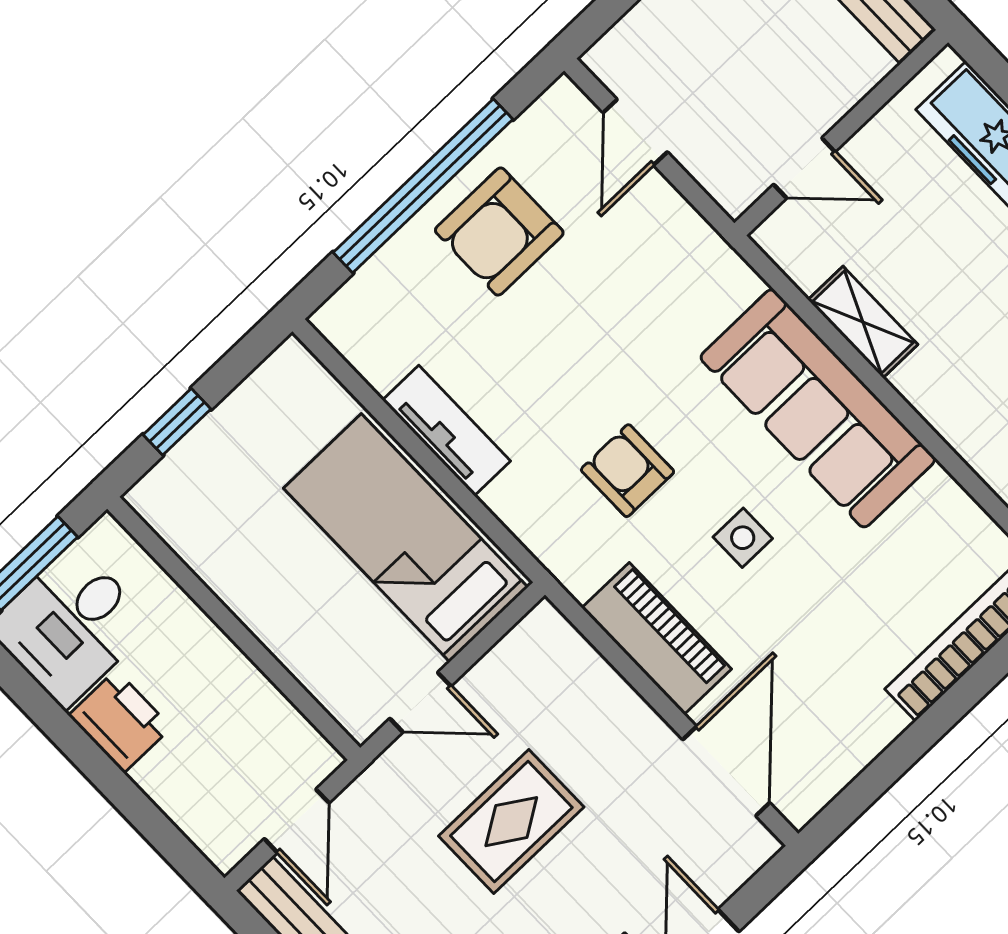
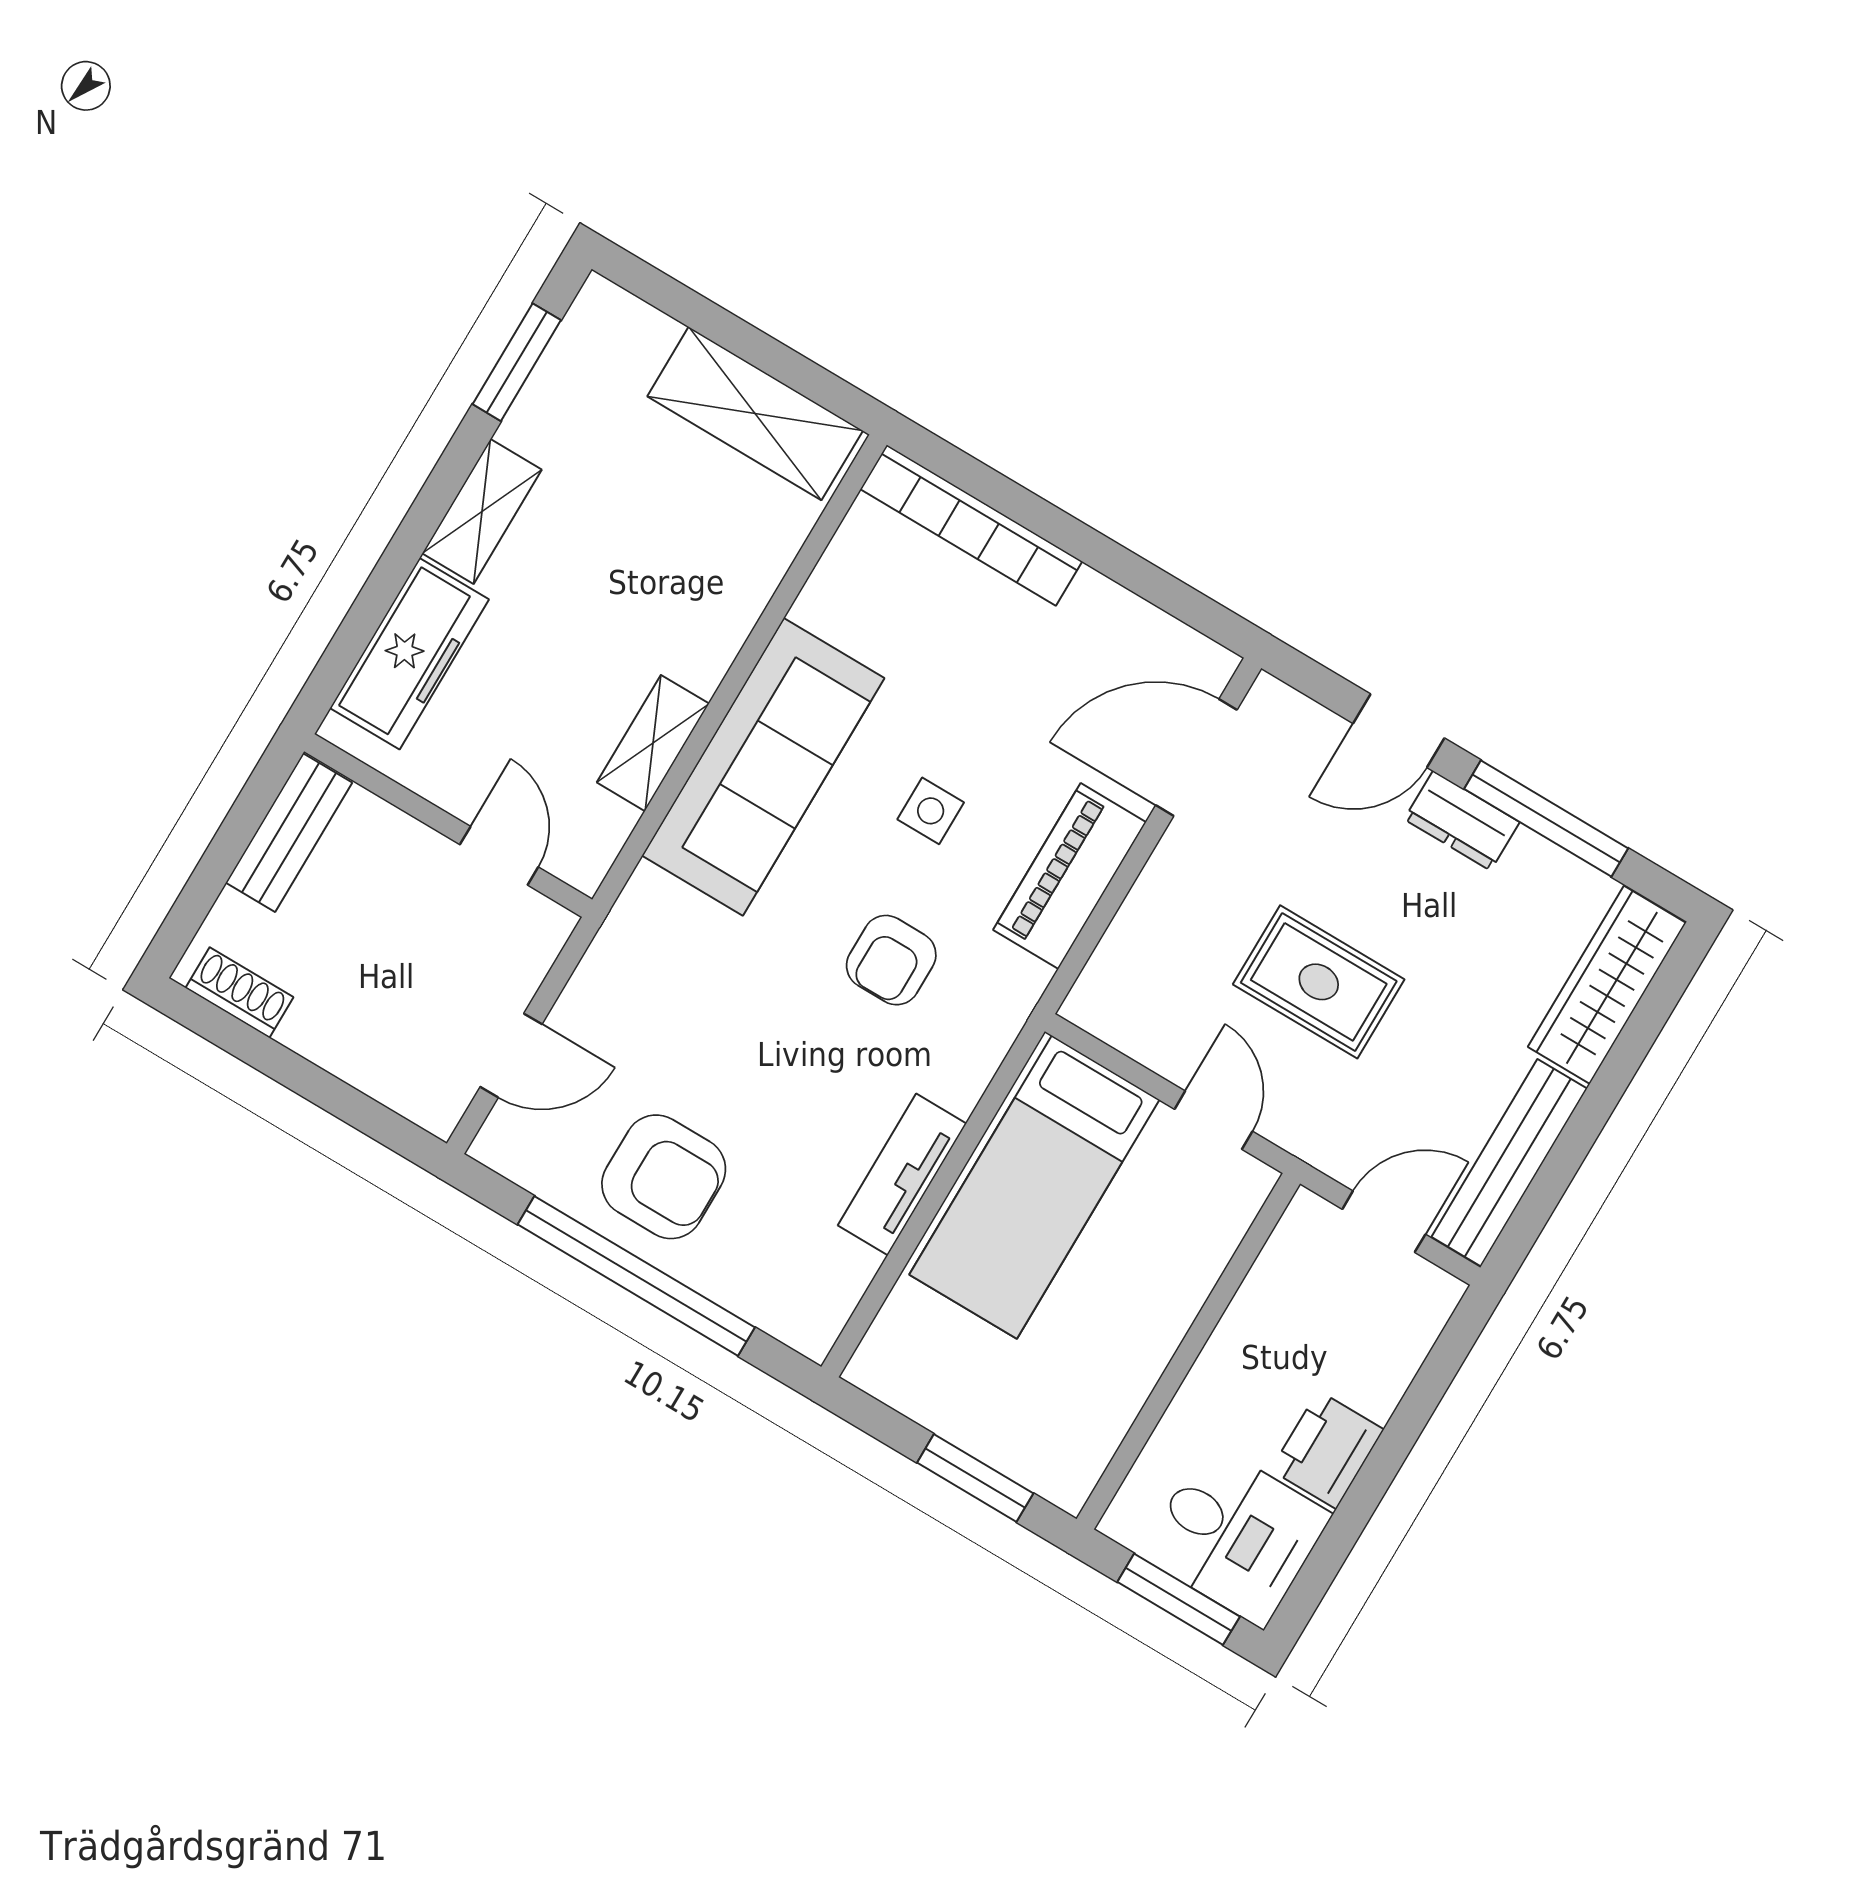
window: (177, 422) -> (975, 1478), width x1.50

